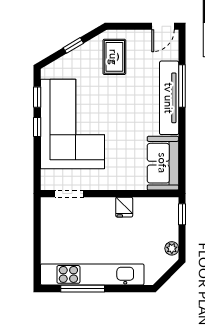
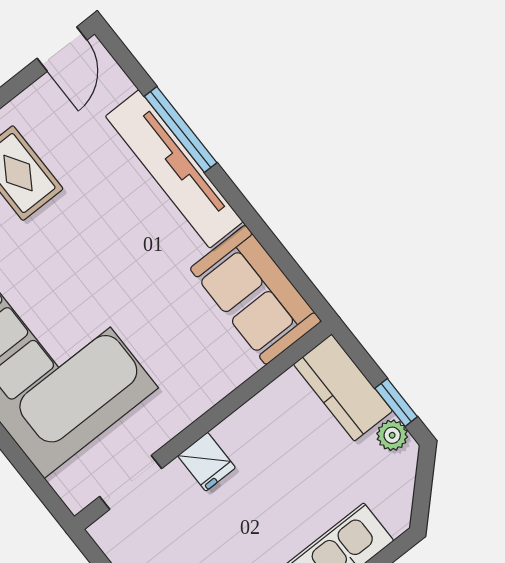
fridge: (124, 207) -> (207, 462), moved
window: (182, 214) -> (396, 403), moved
kitchen counter: (168, 219) -> (343, 388), added

